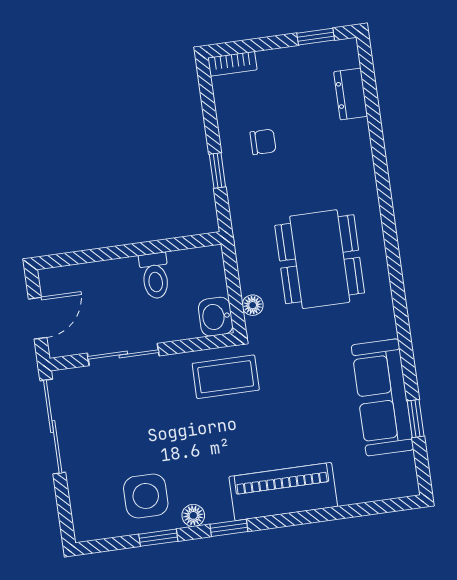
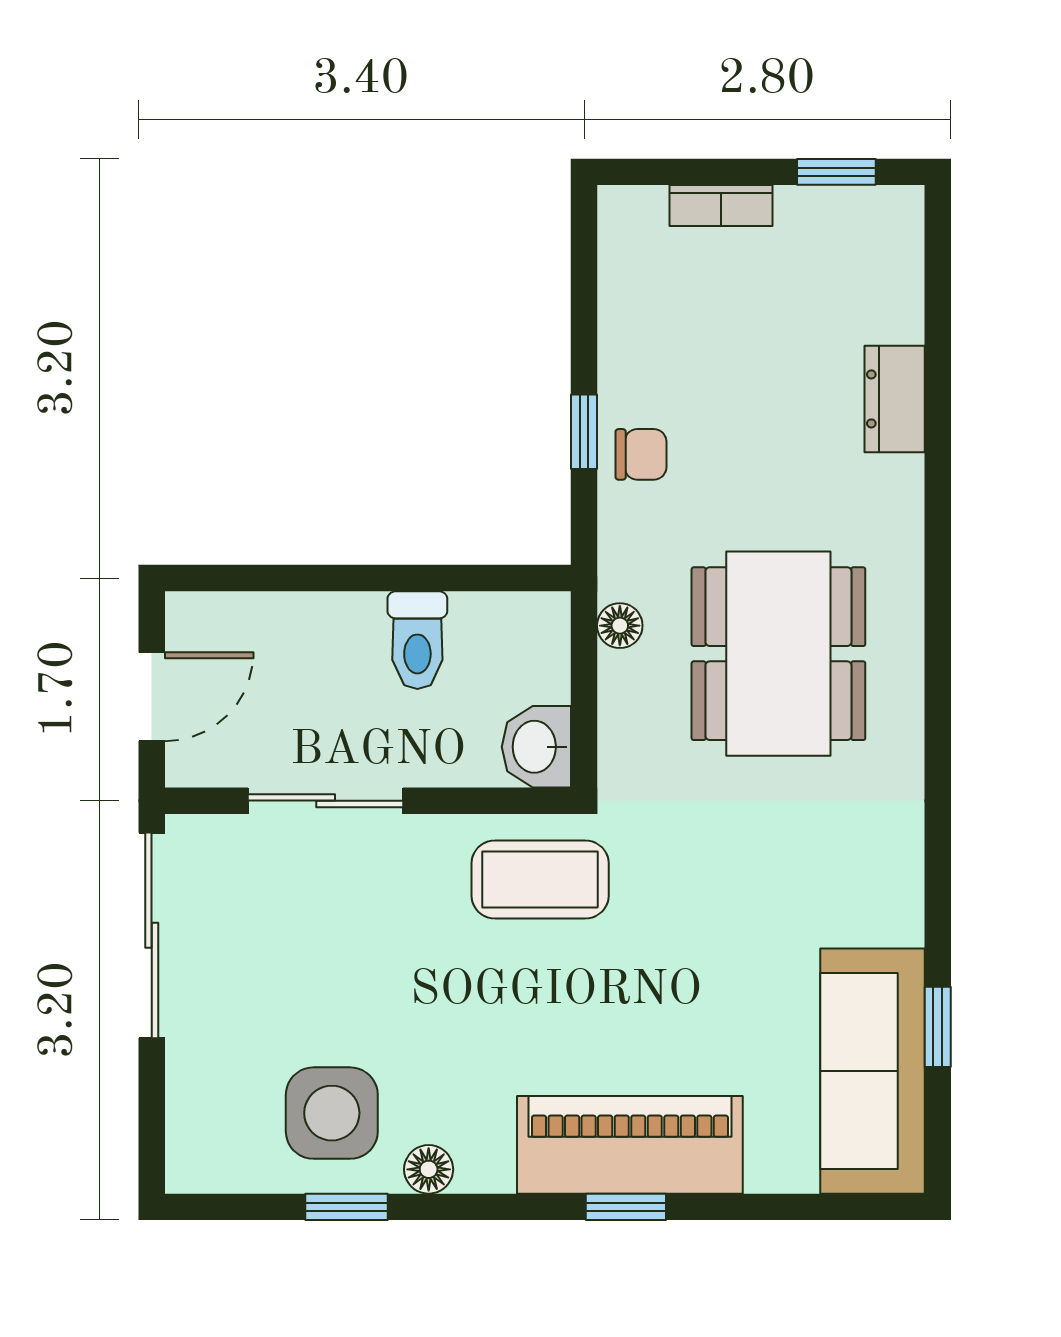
bookcase: (232, 64) -> (721, 206), moved
dresser: (351, 94) -> (895, 399), moved
chair: (263, 142) -> (641, 454), moved
floor lamp: (253, 305) -> (620, 626), moved
sofa: (382, 397) -> (873, 1071), moved
window: (229, 528) -> (626, 1207), moved

